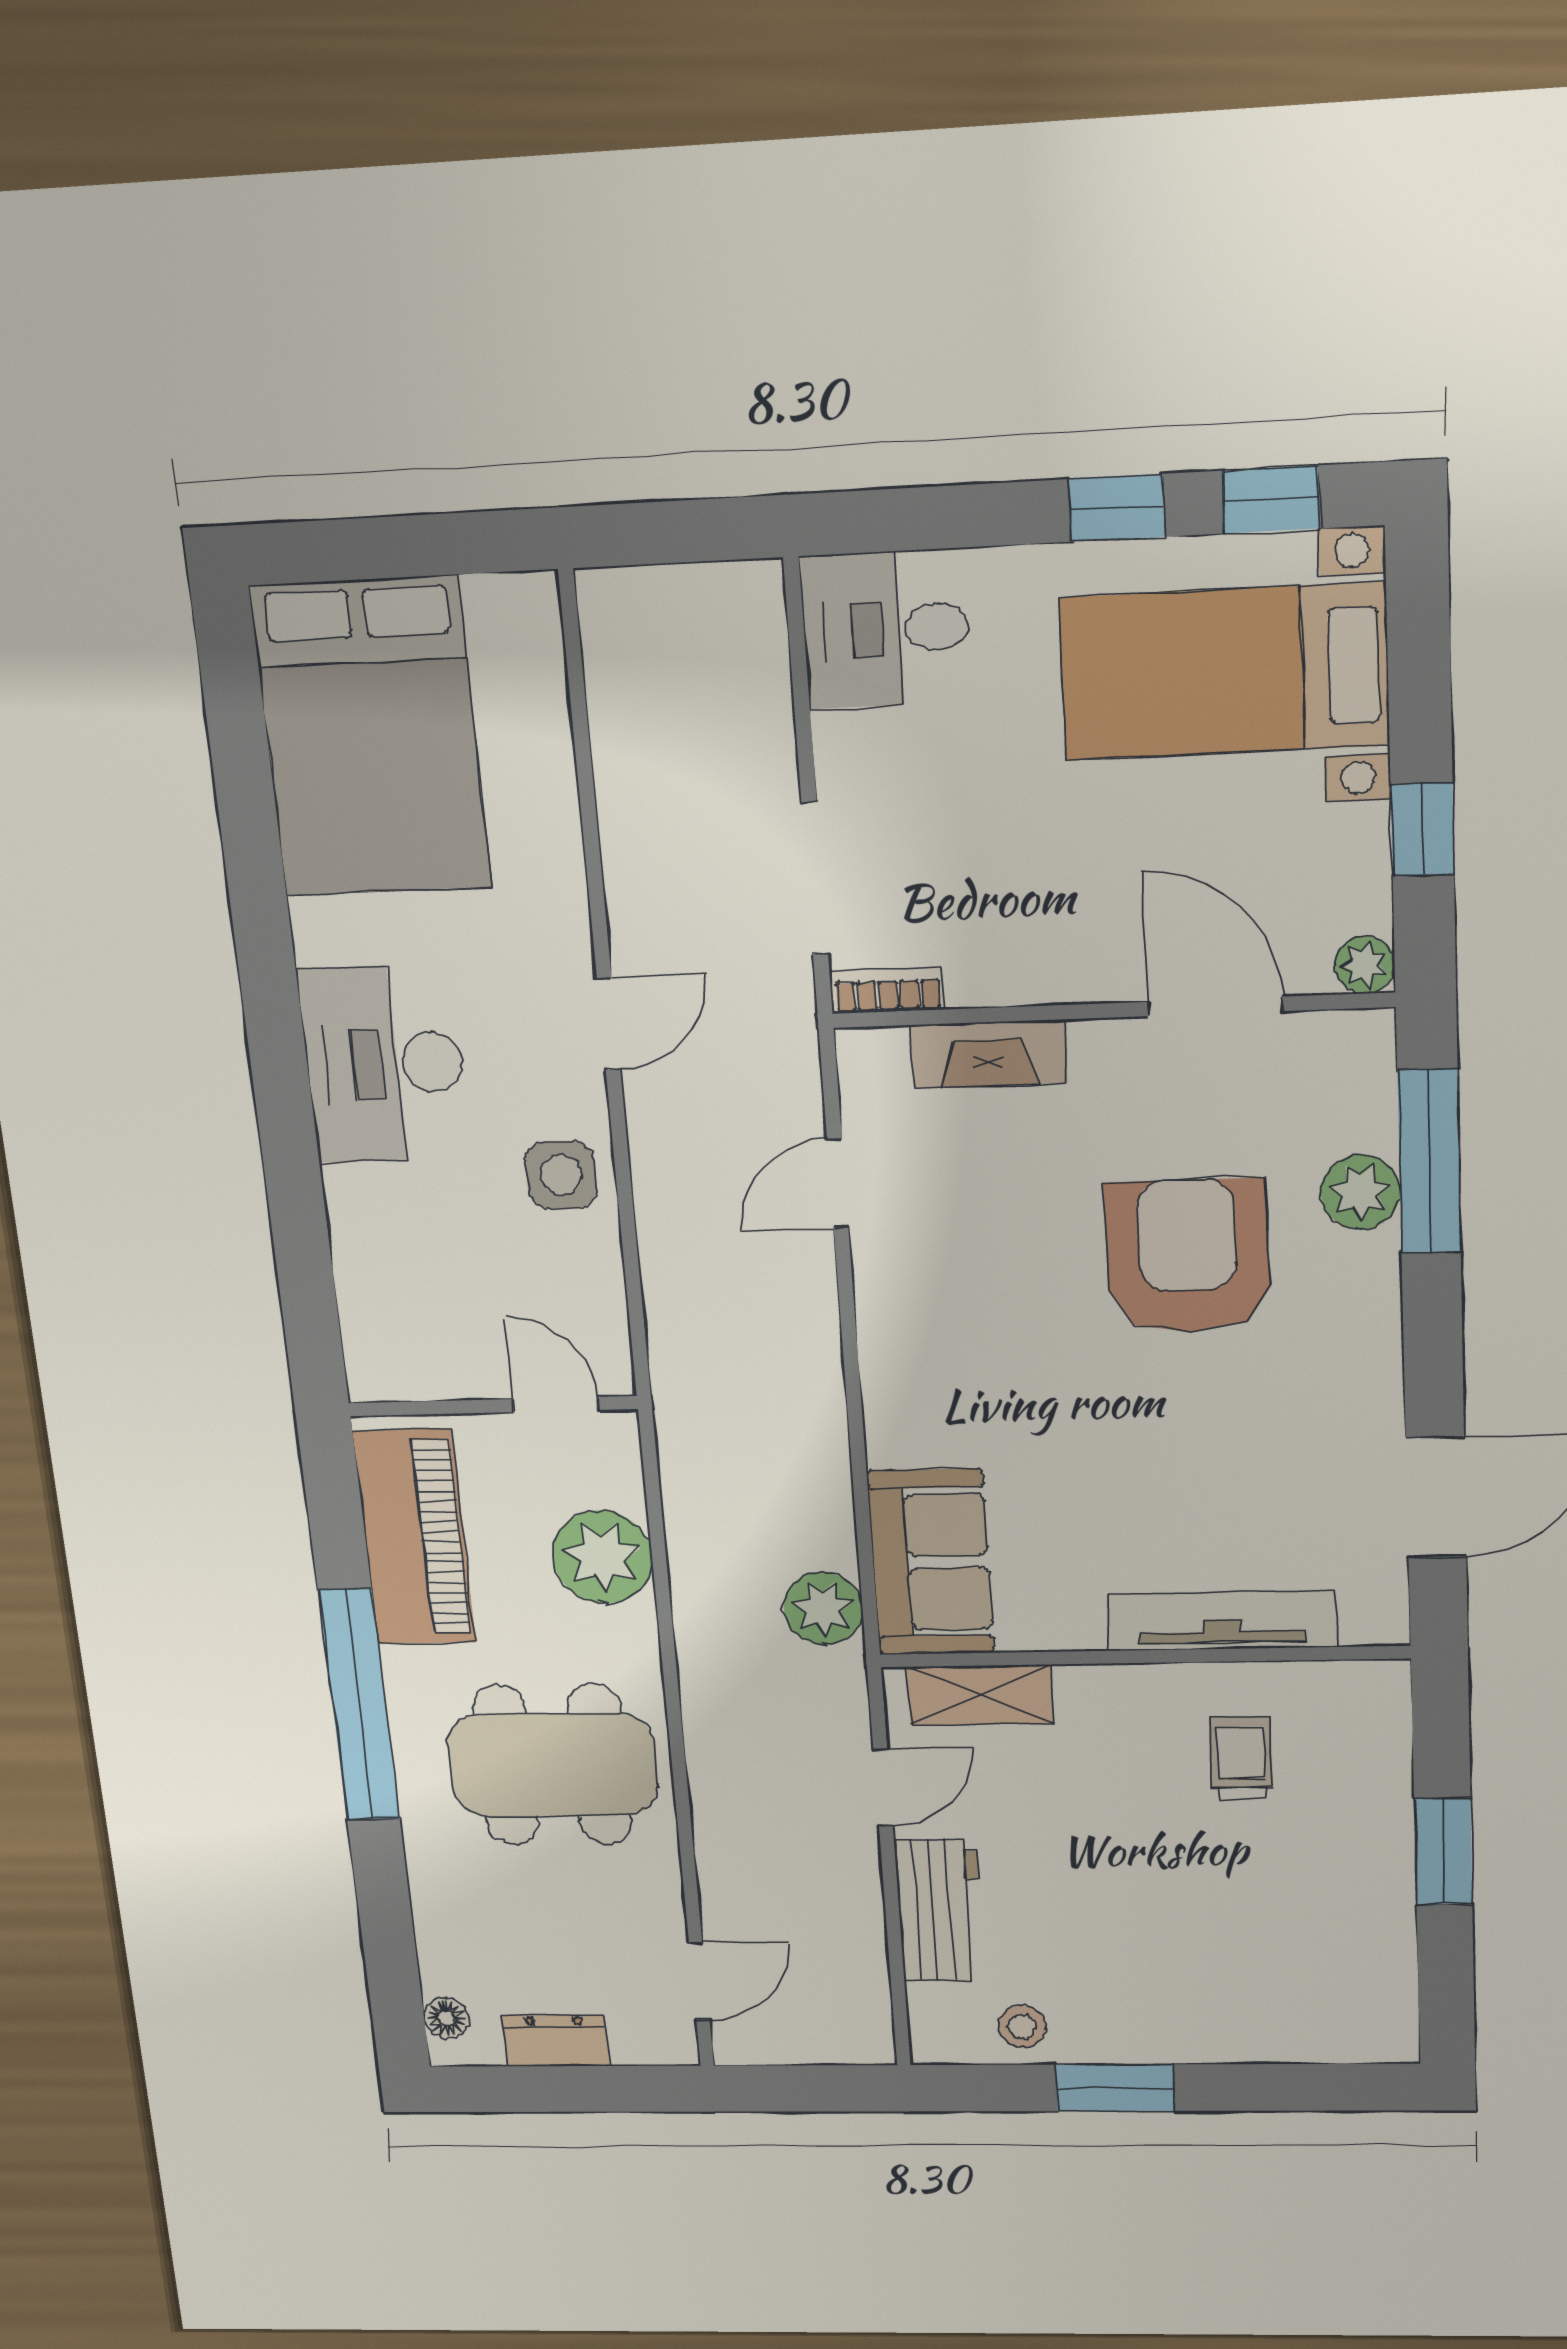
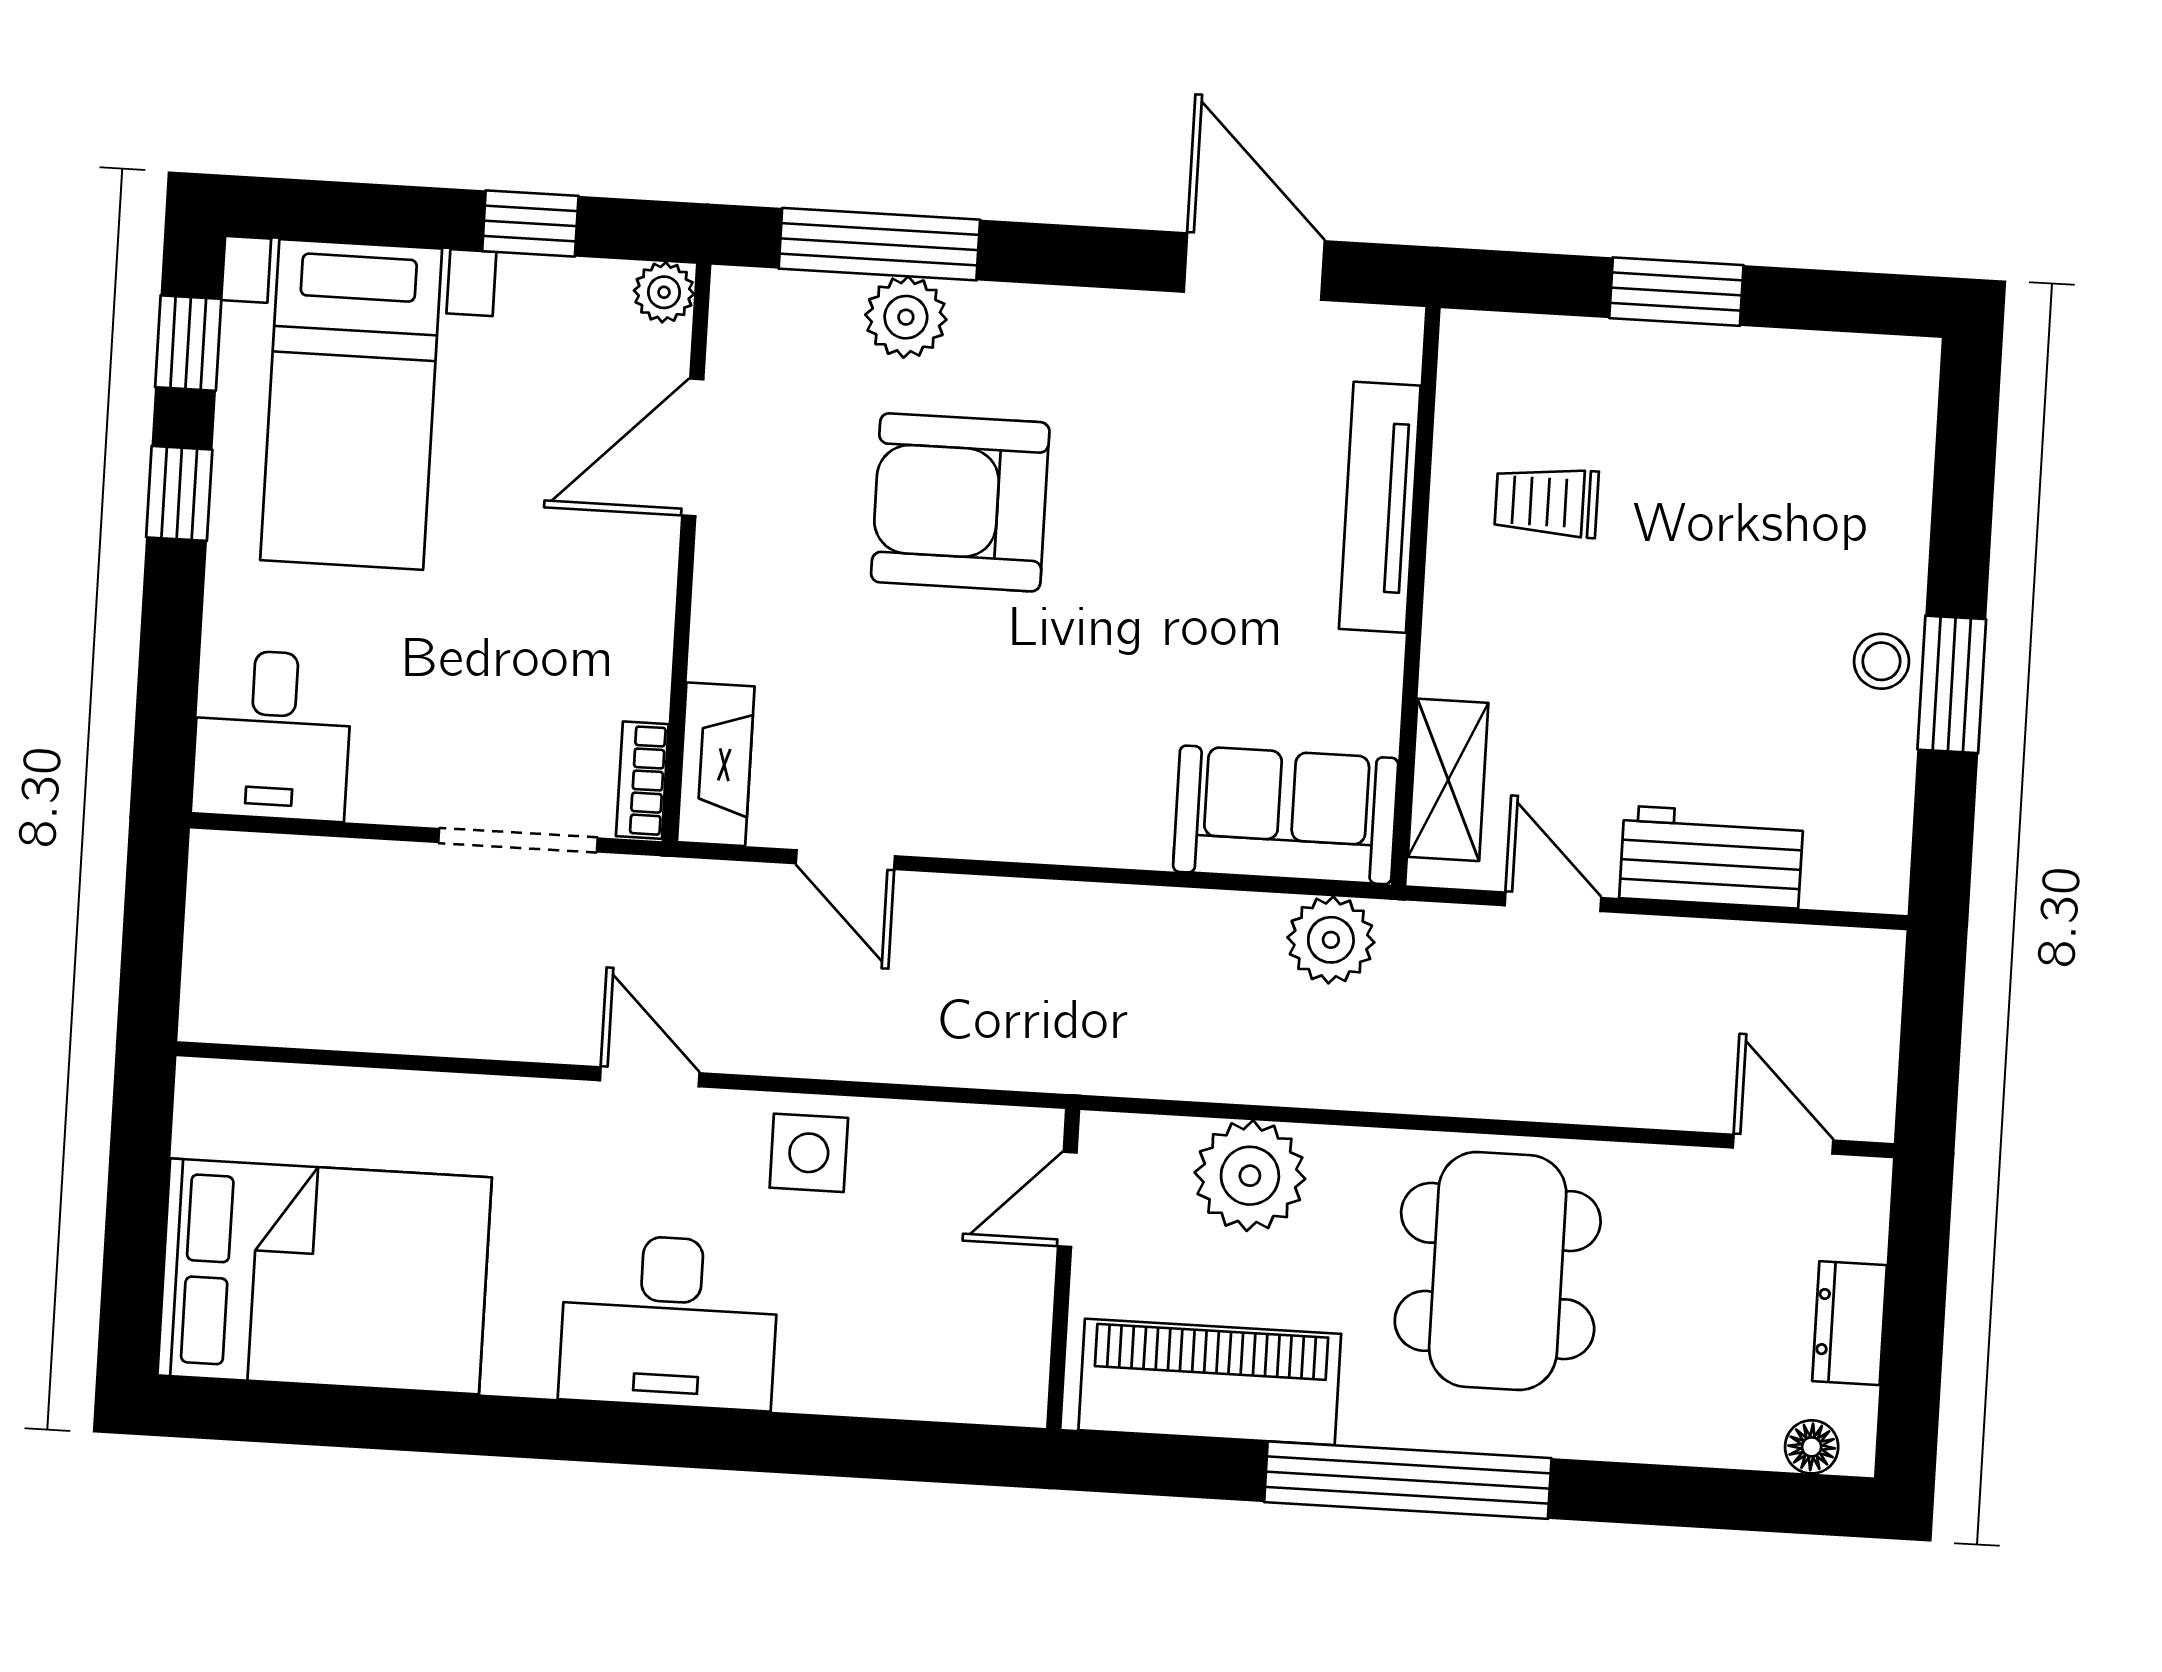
fireplace: (989, 1054) -> (716, 764), moved
stool: (1022, 2027) -> (1881, 661), moved

